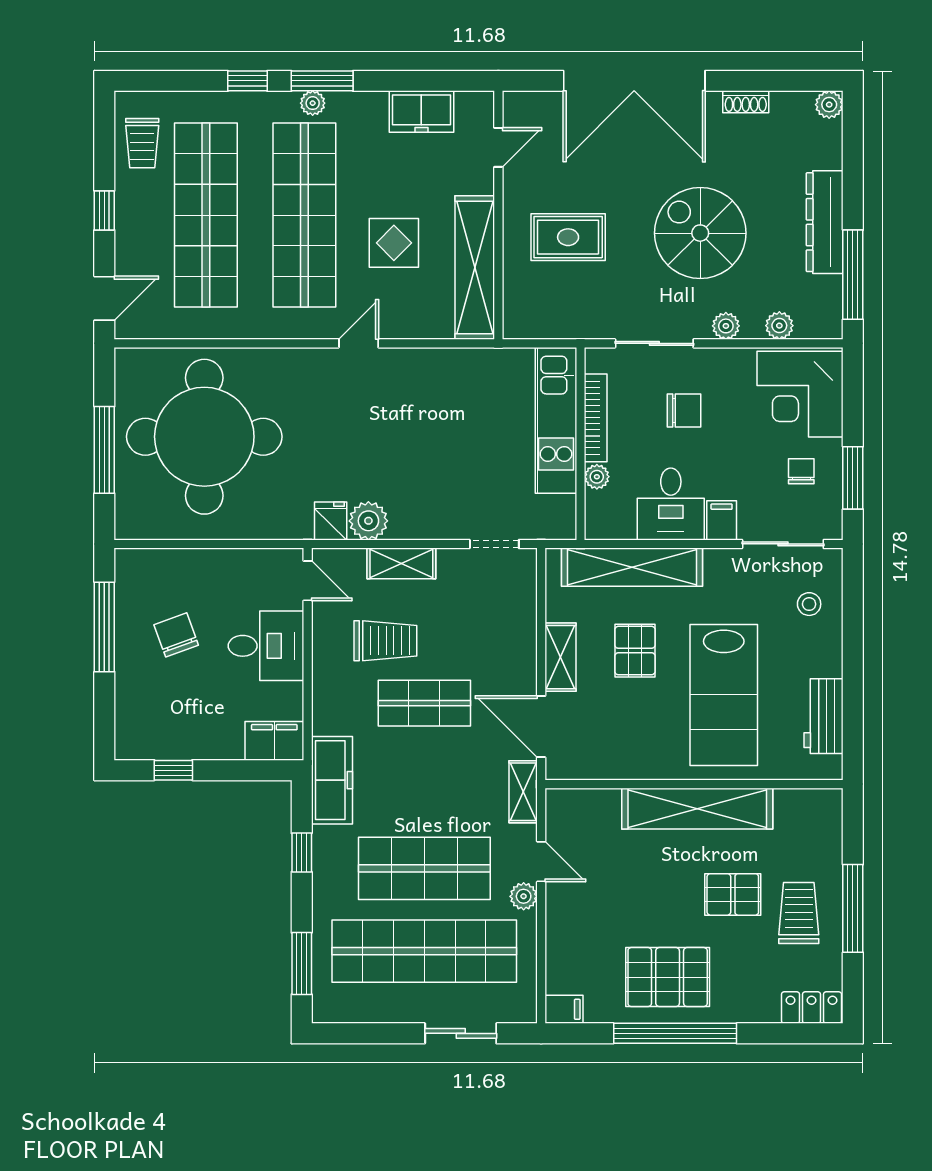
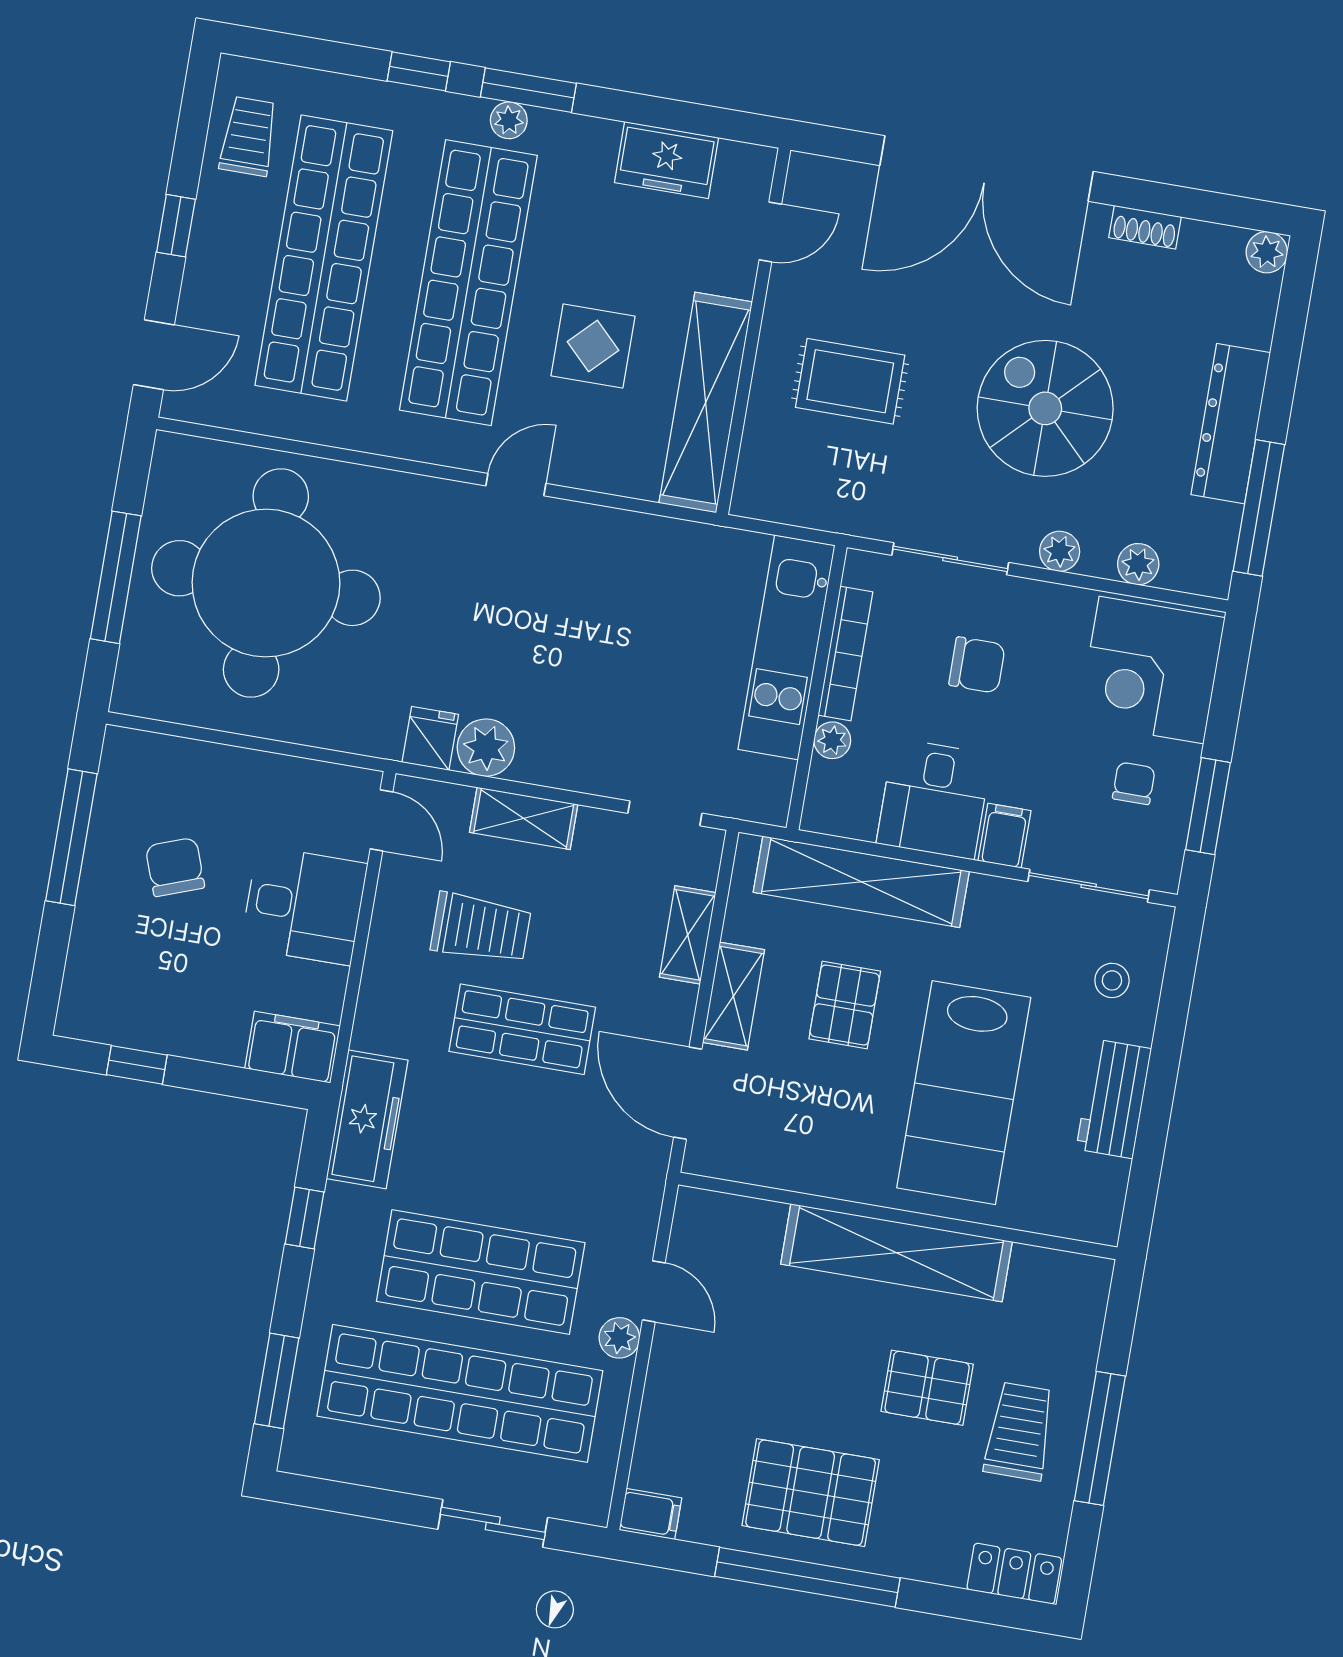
trolley: (142, 143) -> (249, 136), turned 180
workbench: (824, 716) -> (1114, 1099), moved
shelving: (523, 792) -> (688, 935), moved

